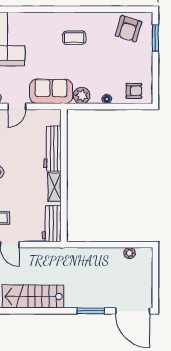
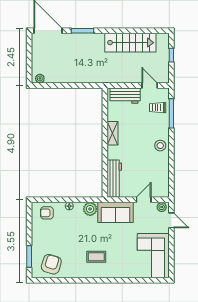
workbench: (52, 149) -> (114, 179), moved
workbench: (52, 224) -> (125, 96), moved, turned 90
plant: (130, 253) -> (40, 79), moved

